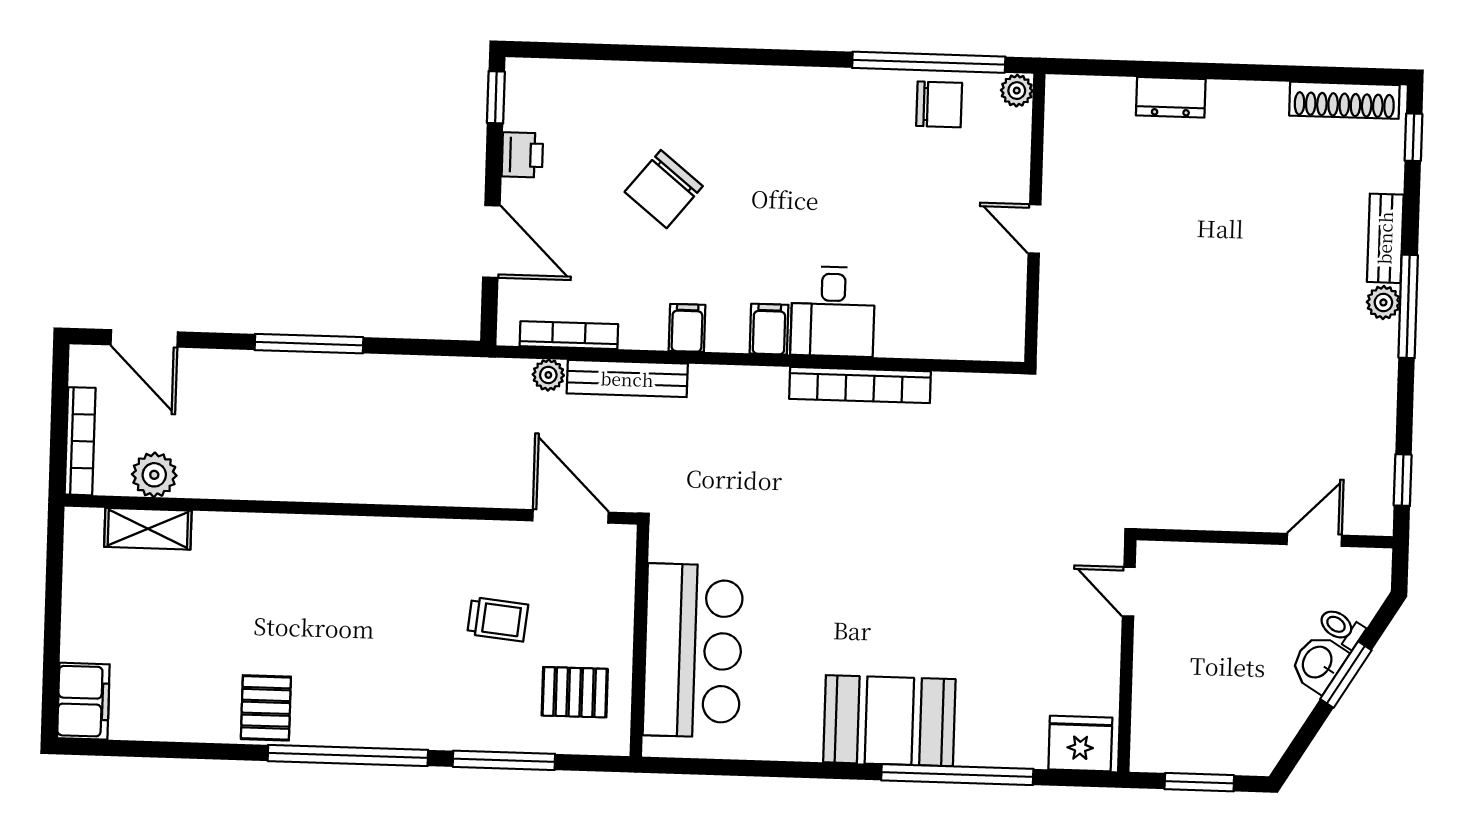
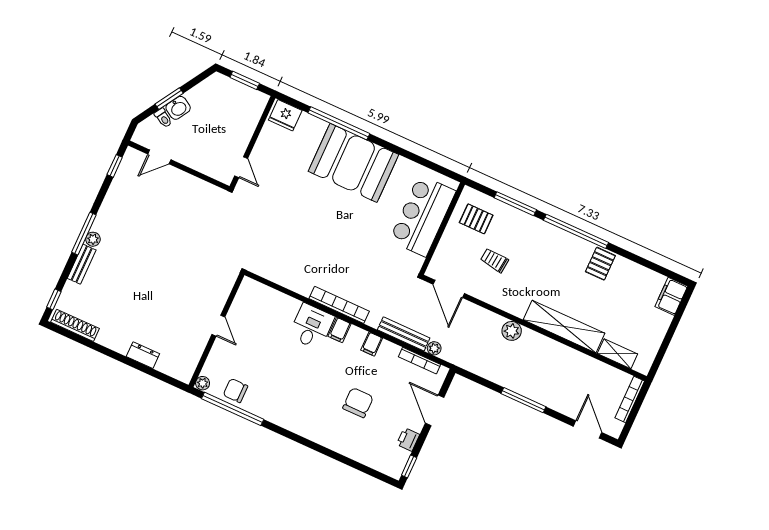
chair: (664, 189) -> (358, 403), turned -39
bookcase: (860, 385) -> (339, 305), moved
plant: (154, 475) -> (512, 331), moved
shelving: (288, 539) -> (564, 327), added
booth: (889, 721) -> (353, 163), width x1.36, depth x1.42

